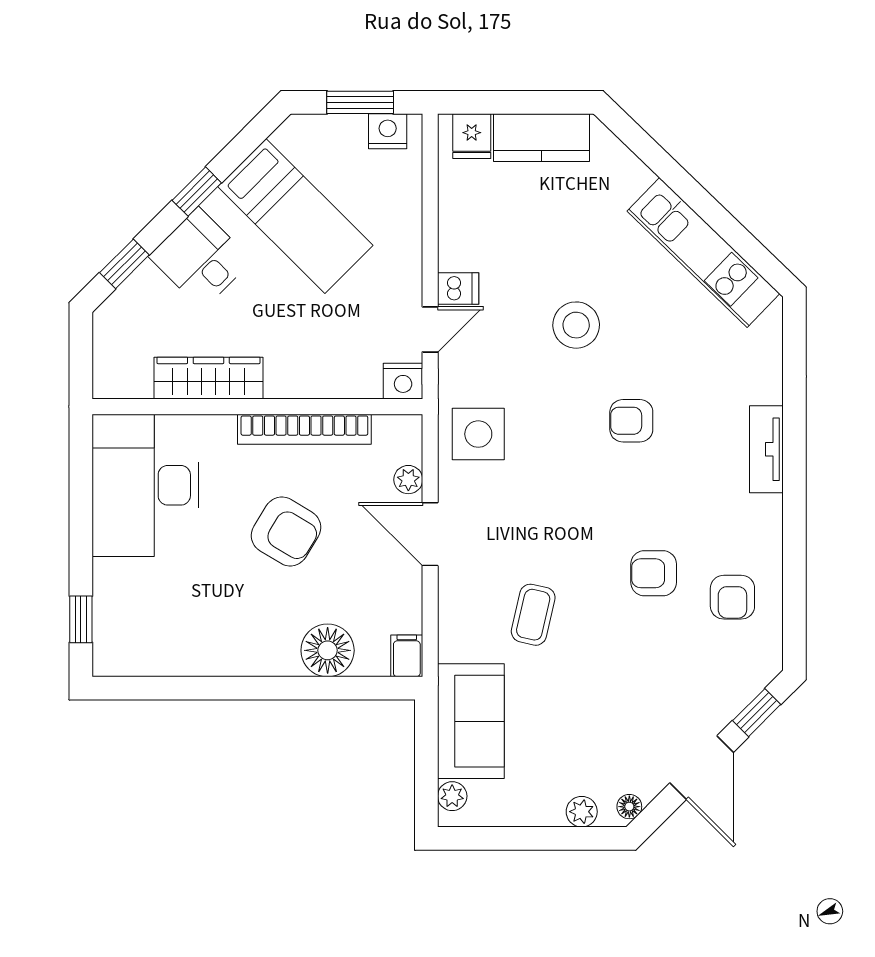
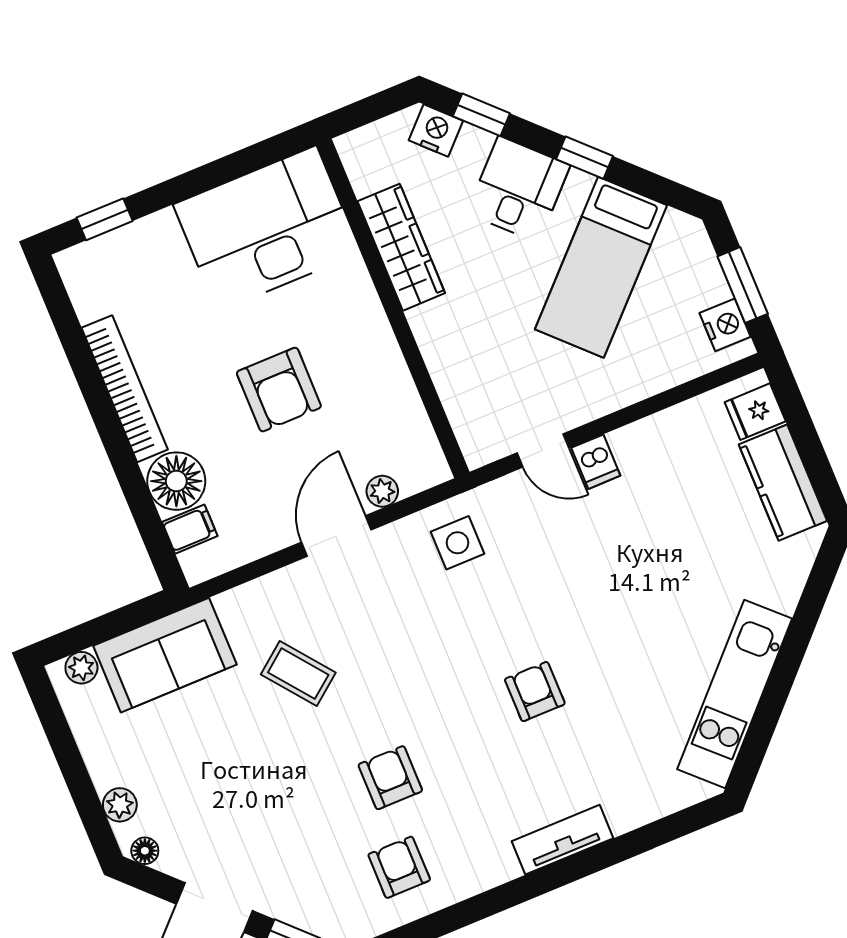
stool: (576, 325) -> (608, 596), removed
nightstand: (403, 381) -> (436, 131), moved, turned 135
bookcase: (304, 429) -> (125, 389), moved, turned 180
side table: (478, 434) -> (458, 543), width x0.73, depth x0.73
armchair: (286, 531) -> (279, 390), turned -31
armchair: (732, 597) -> (399, 867), turned 90
coffee table: (533, 615) -> (298, 674), turned 39
filing cabinet: (407, 656) -> (190, 529), moved

